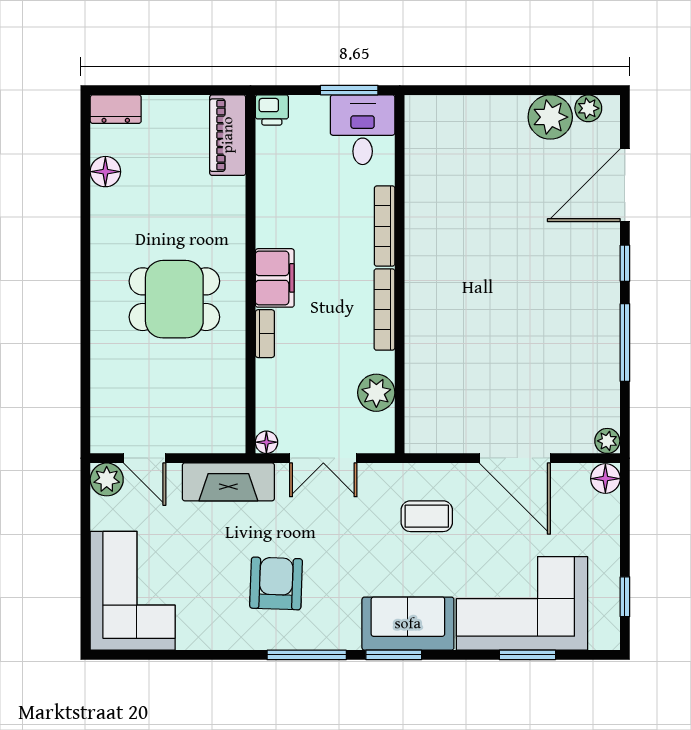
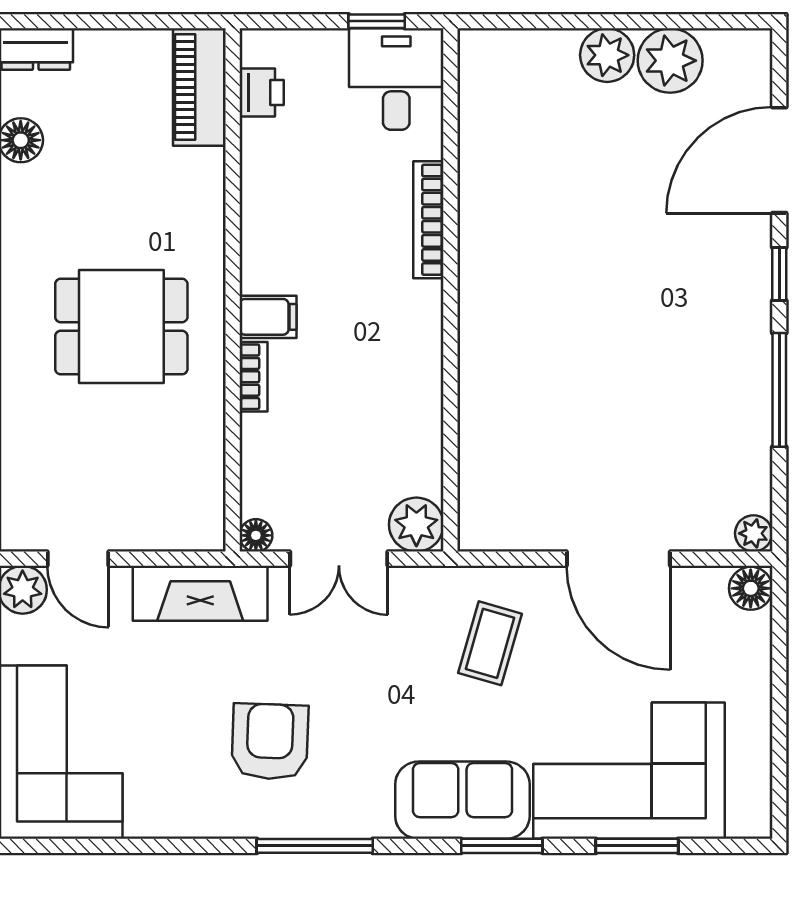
window: (349, 90) -> (377, 21), width x0.67
plant: (588, 108) -> (607, 55), moved, width x1.38, depth x1.38
printer: (272, 110) -> (262, 92), moved, turned -90
filing cabinet: (275, 278) -> (268, 317), width x0.50
bookcase: (384, 309) -> (428, 342), removed
plant: (376, 393) -> (416, 525), moved
coffee table: (427, 516) -> (490, 643), turned -74
window: (625, 597) -> (779, 761), removed
window: (394, 655) -> (502, 846), moved

